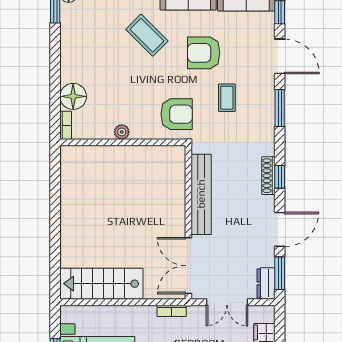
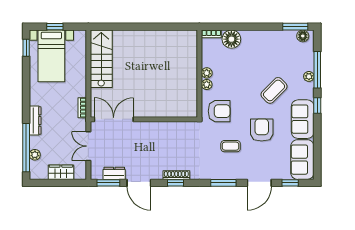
armchair: (177, 114) -> (219, 111), turned -90
plant: (138, 132) -> (207, 85), added
bench: (201, 194) -> (163, 128), removed
dresser: (266, 283) -> (114, 173), moved

